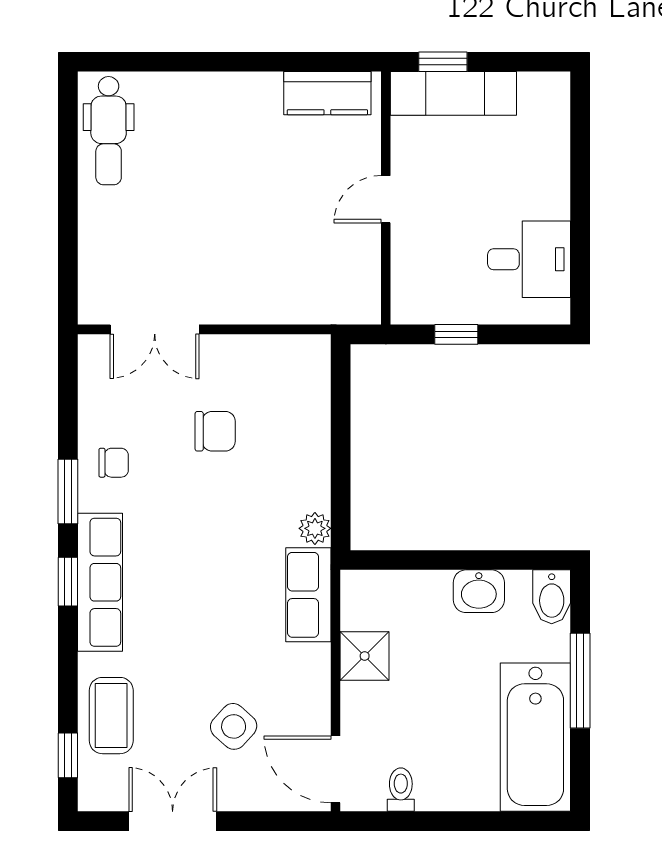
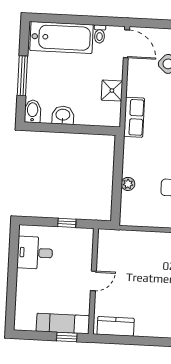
plant: (315, 528) -> (128, 184), moved
bathtub: (535, 737) -> (61, 38), moved, turned 90

